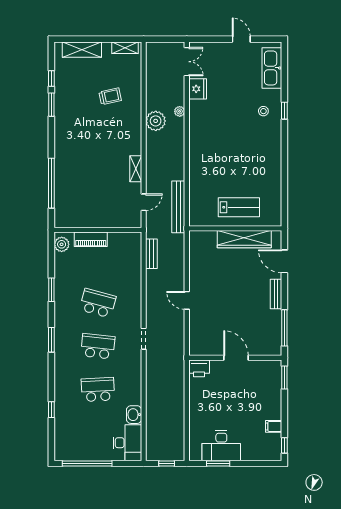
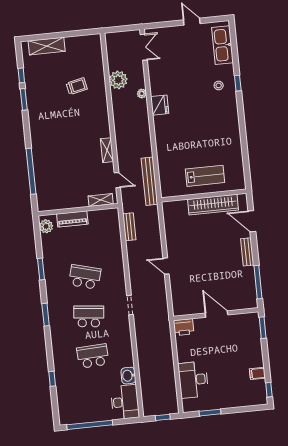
shelving: (125, 48) -> (101, 200), moved
fridge: (198, 89) -> (160, 105), moved
plant: (156, 121) -> (118, 80), moved
door: (144, 202) -> (117, 180), hinge flipped
desk: (221, 446) -> (193, 380), moved, turned 90

